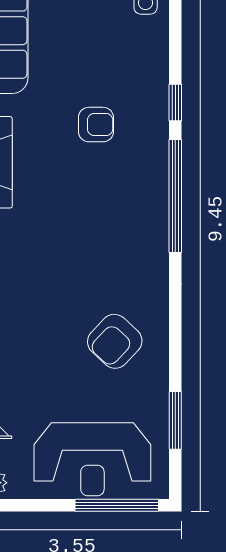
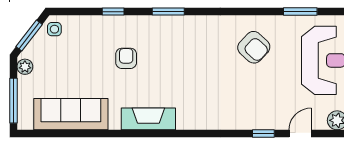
window: (175, 196) -> (168, 12), width x0.47

